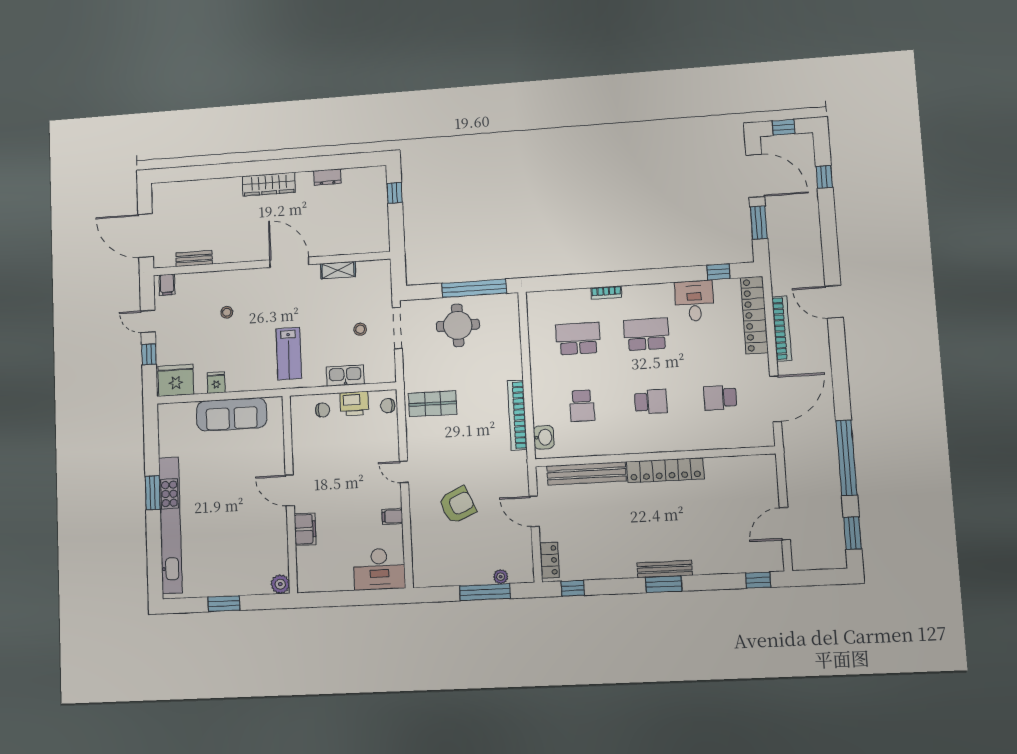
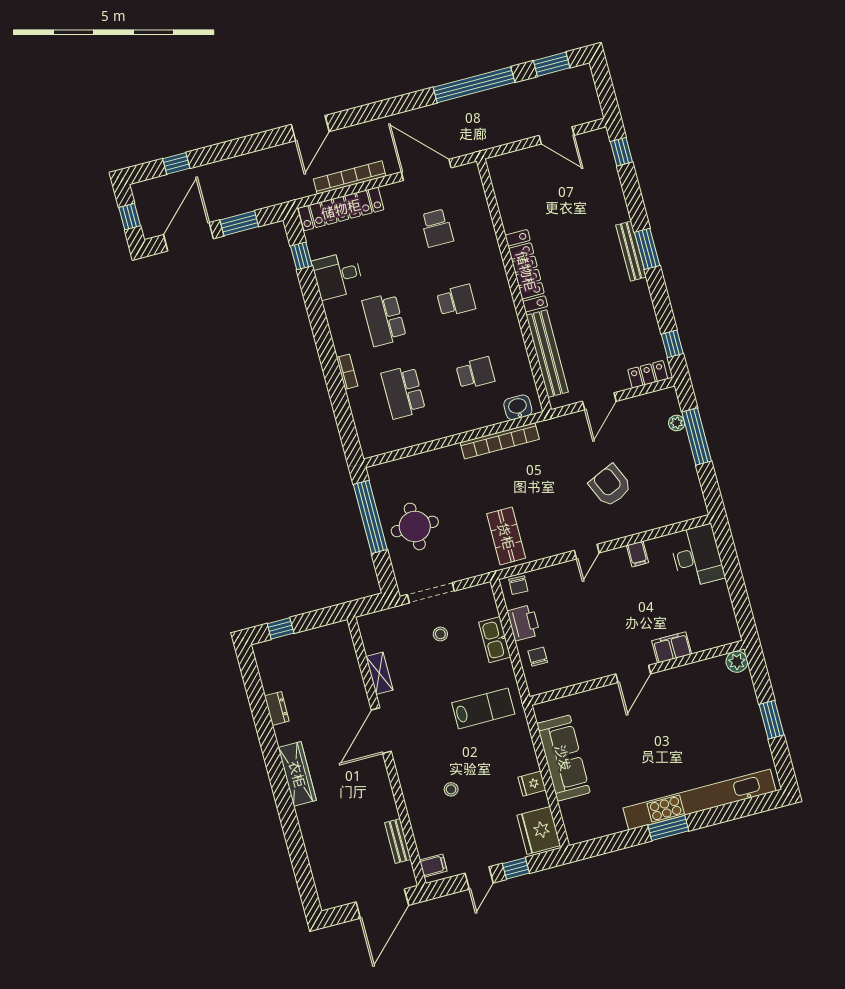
school desk: (651, 402) -> (456, 301), turned 90

